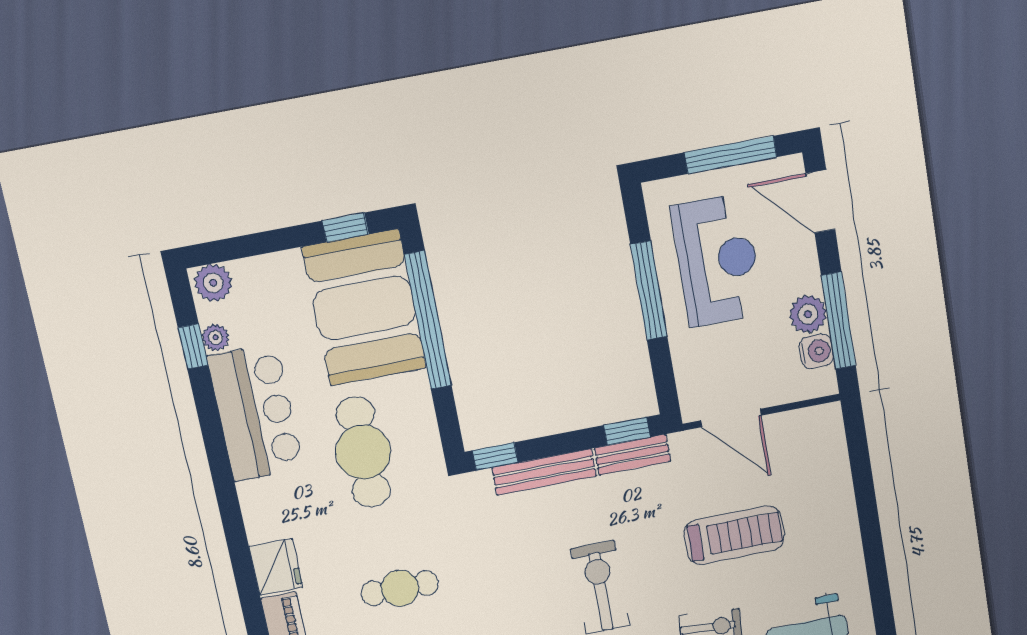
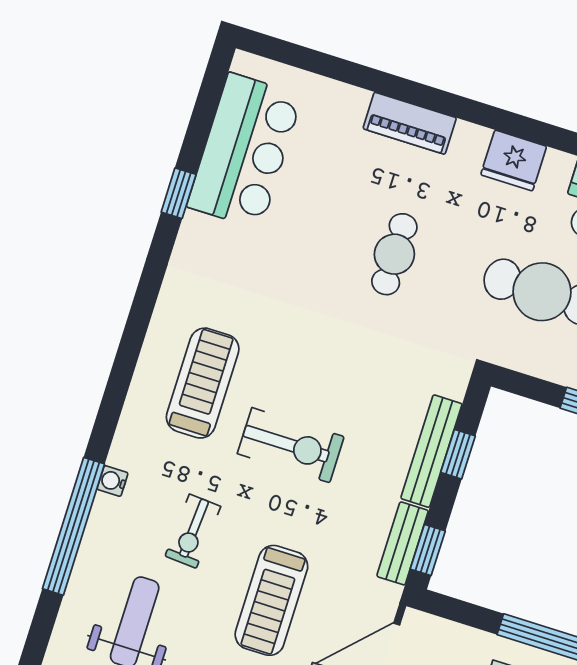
window: (495, 457) -> (458, 454), moved
fridge: (276, 567) -> (514, 160), moved

